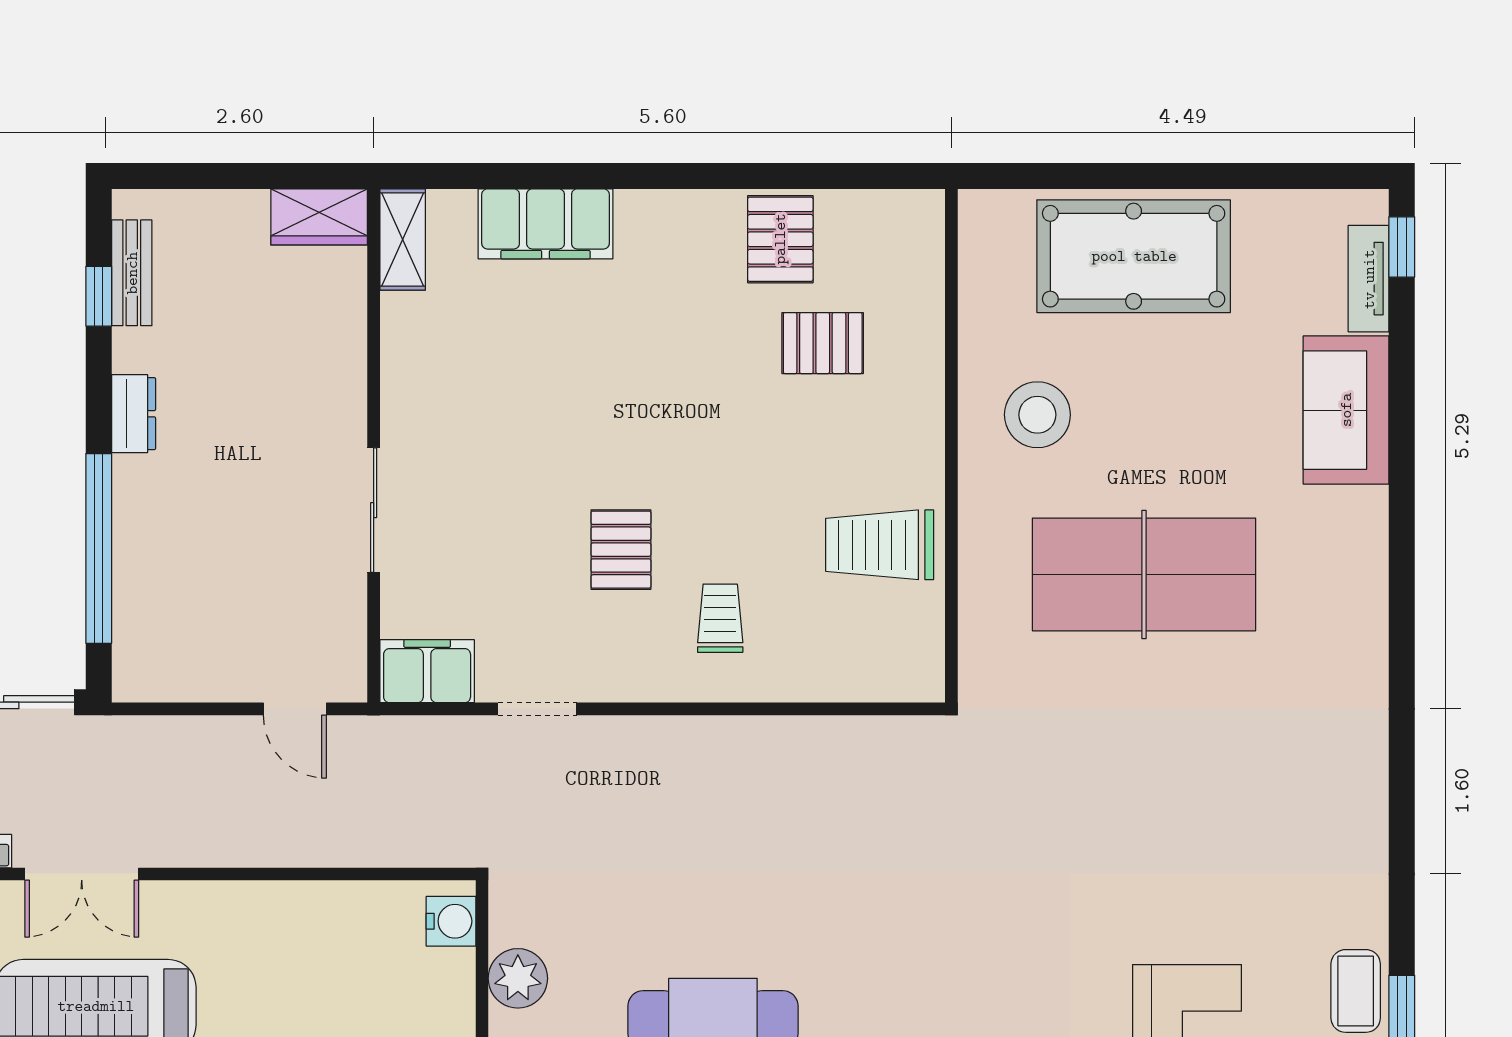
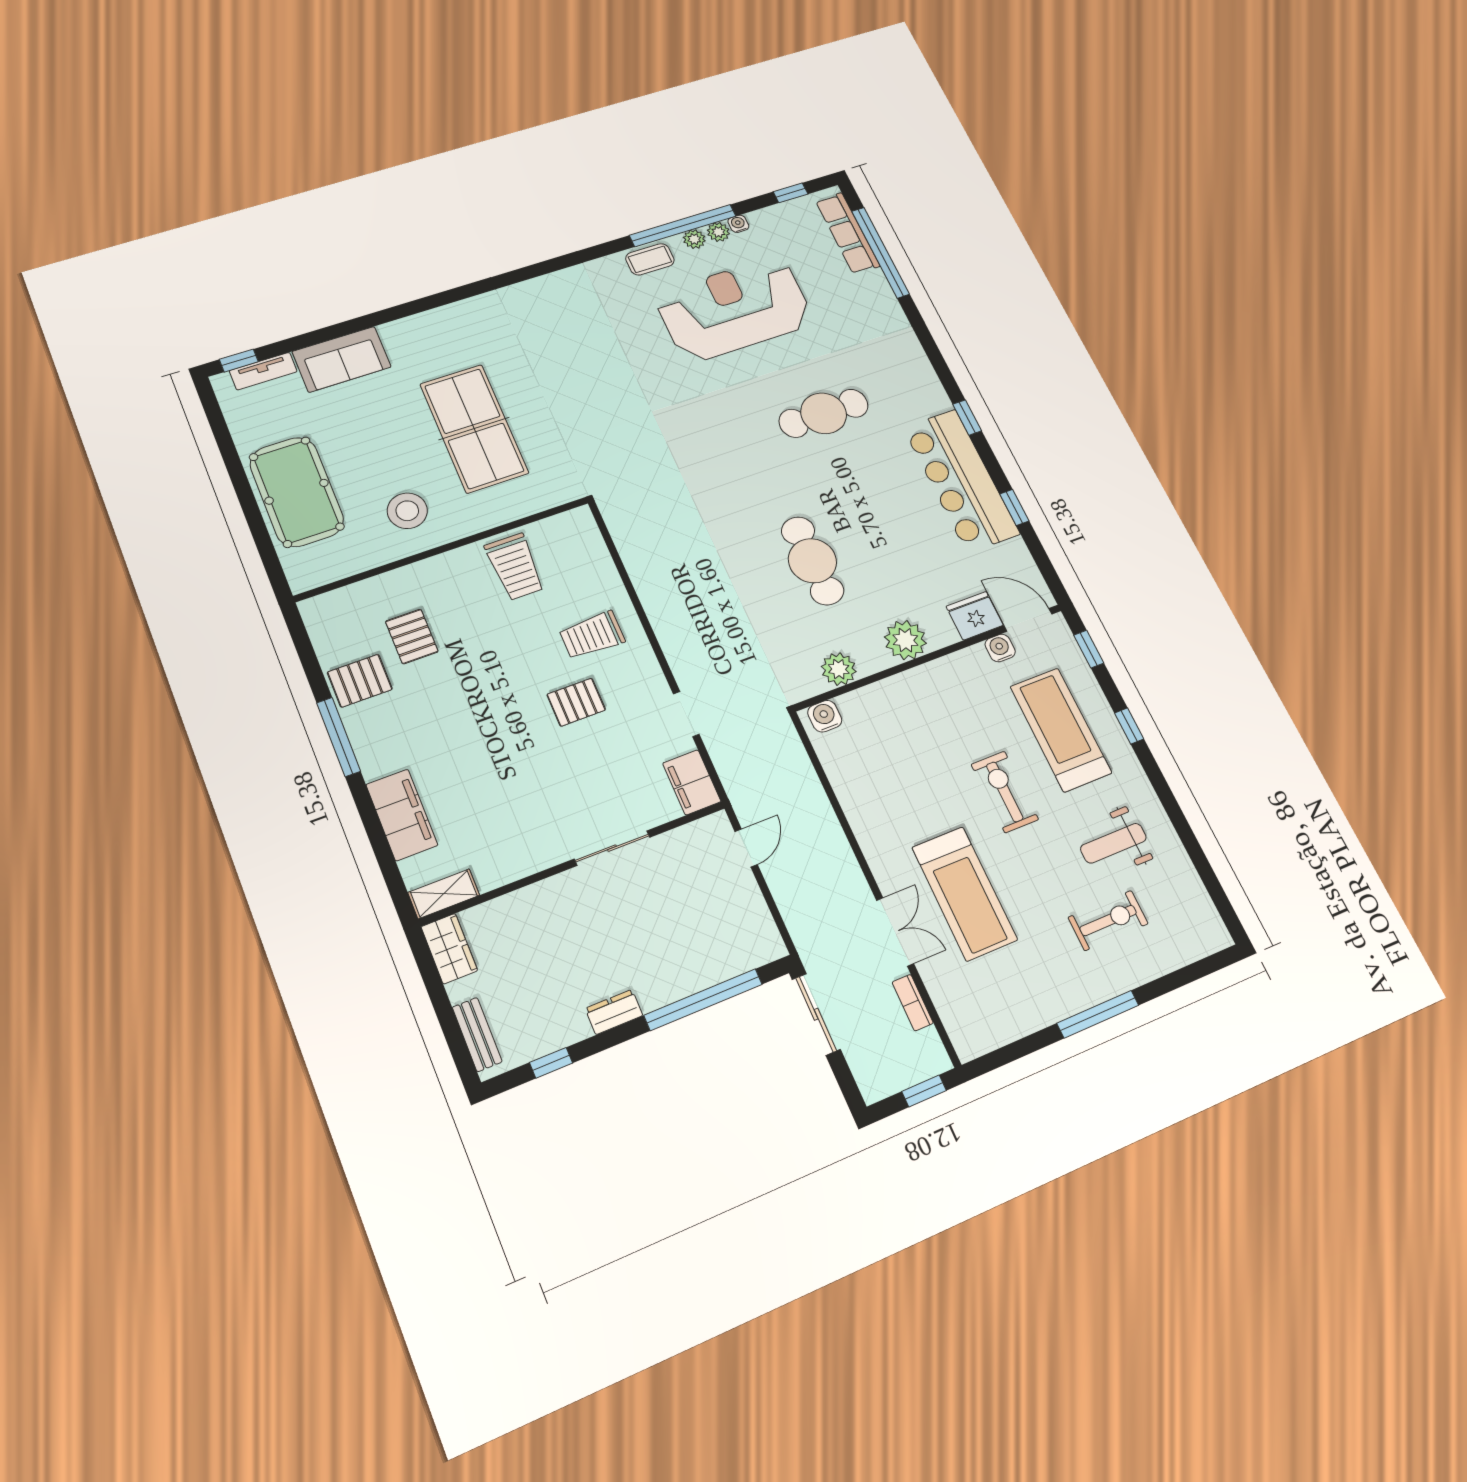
window: (703, 176) -> (339, 737), added
bench: (132, 273) -> (477, 1034), moved, turned 90
trolley: (720, 618) -> (592, 635), width x1.36, depth x1.39

